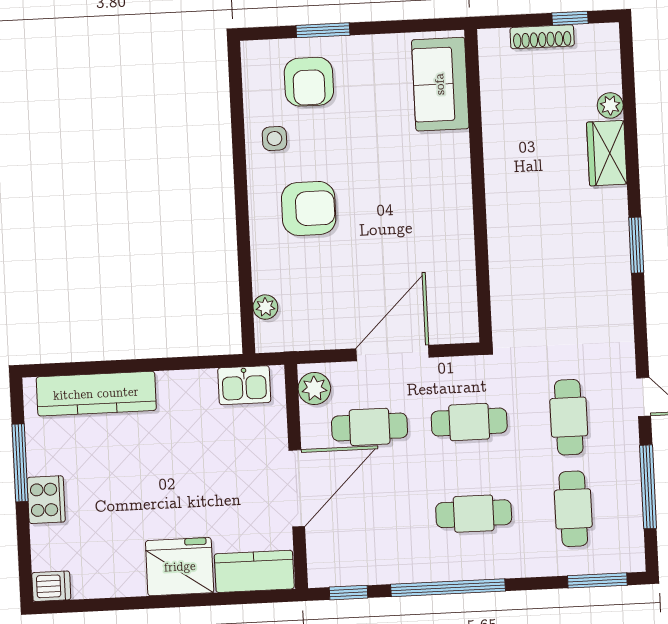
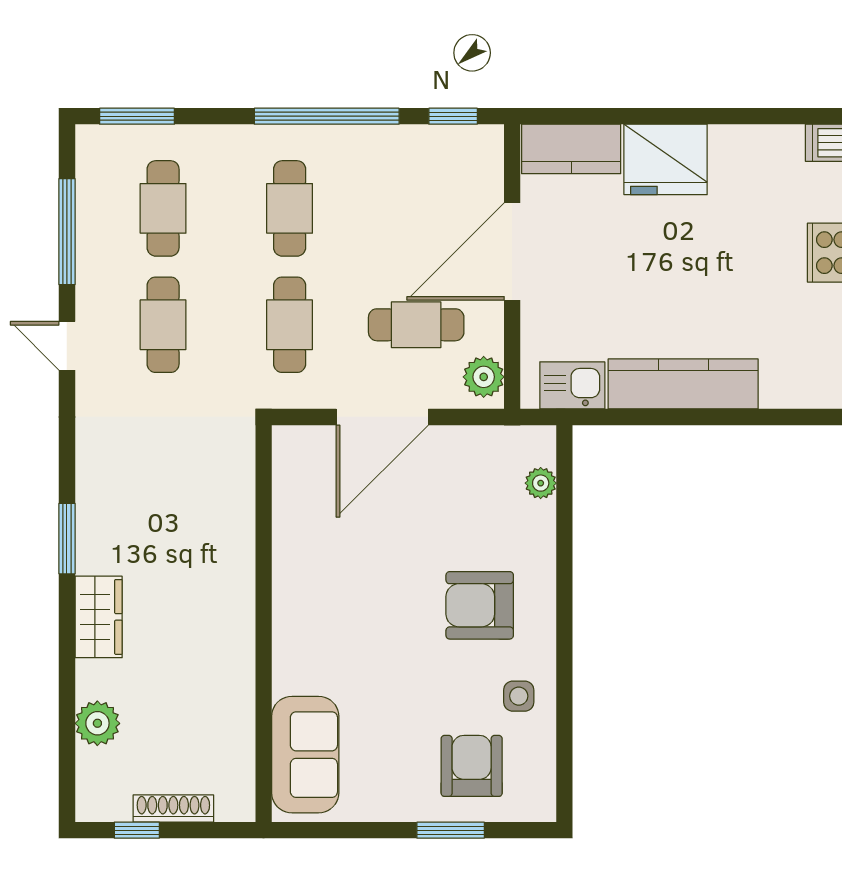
plant: (610, 105) -> (97, 723), width x1.38, depth x1.38
wardrobe: (607, 153) -> (99, 617), moved
kitchen counter: (96, 394) -> (683, 384), moved
cafe table: (469, 422) -> (290, 325), turned 90
cafe table: (474, 514) -> (290, 208), turned 90

